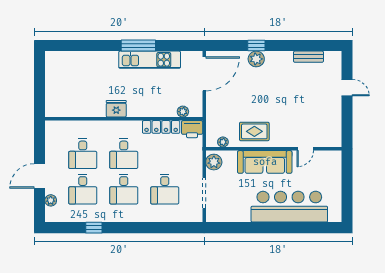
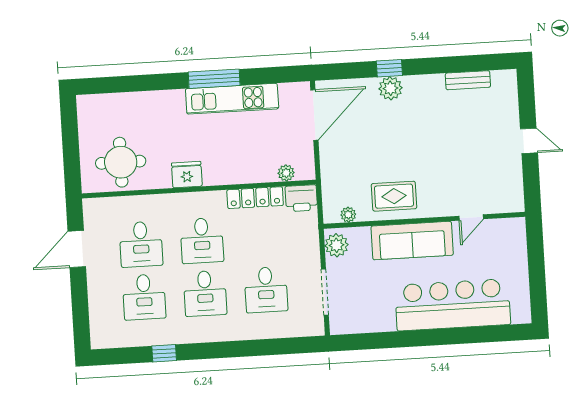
door: (347, 88) -> (529, 141), moved
round table: (72, 98) -> (121, 162), added
door: (39, 176) -> (77, 249), moved
plant: (51, 200) -> (97, 317), removed

